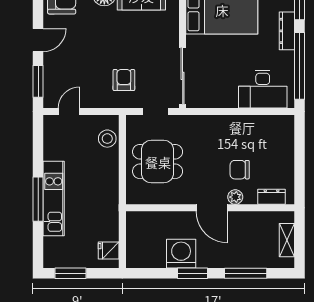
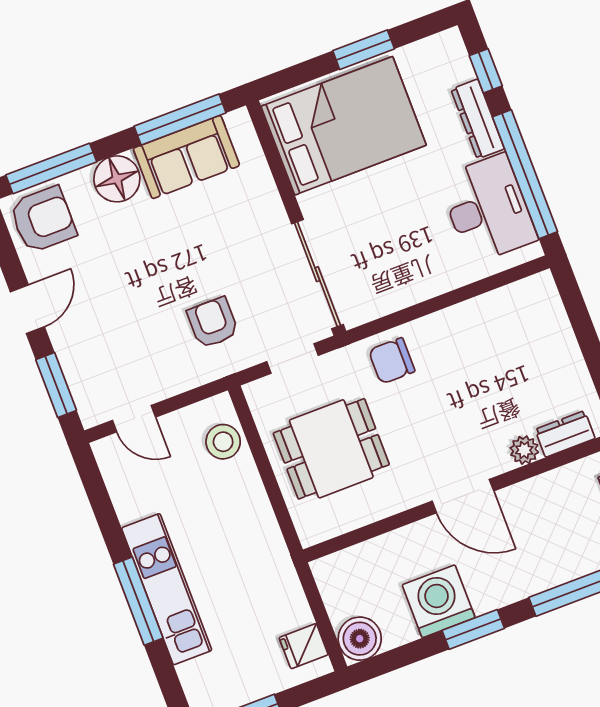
desk: (263, 89) -> (488, 209), moved, turned -90
door: (69, 111) -> (134, 419), swing flipped
chair: (240, 170) -> (392, 361), moved
plant: (235, 197) -> (524, 450), moved
boiler: (137, 257) -> (360, 639), added

